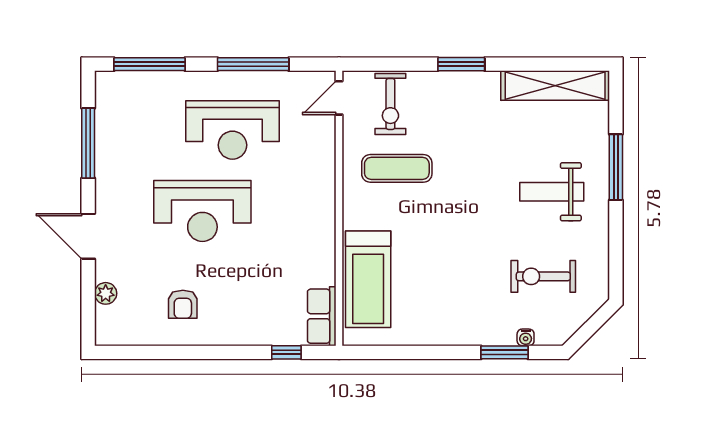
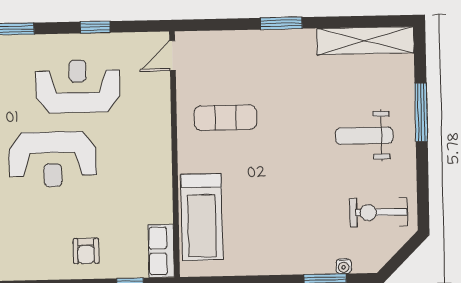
window: (253, 64) -> (95, 27), width x0.46
exercise bike: (390, 104) -> (219, 60), removed
reception desk: (232, 130) -> (78, 86), turned 180
exercise bike: (543, 276) -> (379, 212), moved
armchair: (183, 304) -> (86, 251), moved

